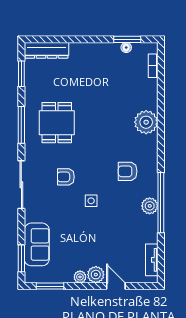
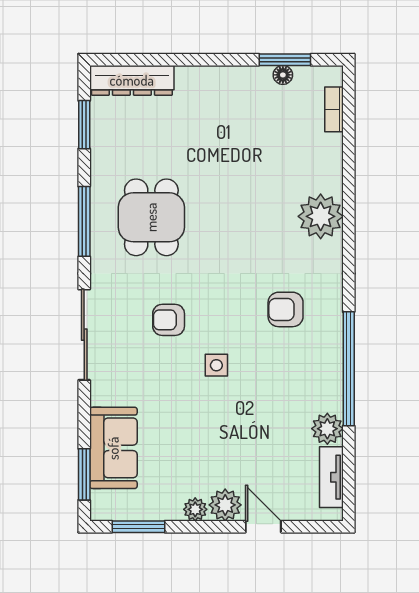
plant: (150, 206) -> (327, 429), moved

